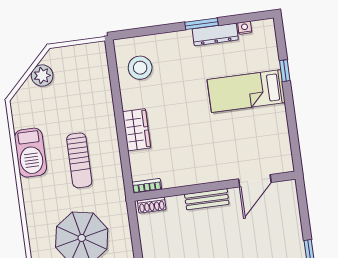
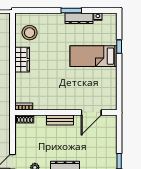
wardrobe: (136, 130) -> (22, 60), moved

